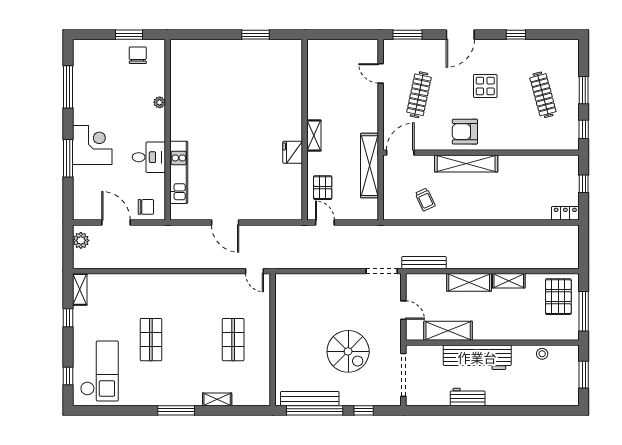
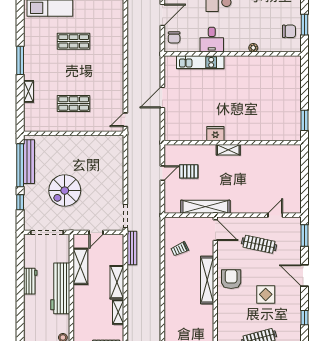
wall: (305, 130) -> (233, 143), moved
shelving: (314, 135) -> (228, 150), moved
fridge: (293, 152) -> (215, 134), moved

